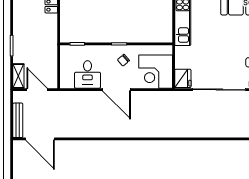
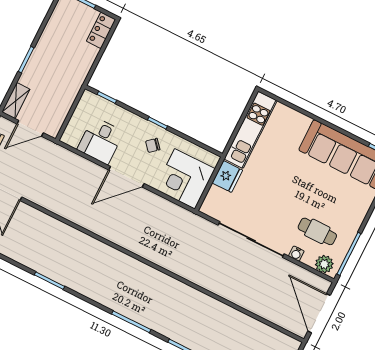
fridge: (183, 78) -> (227, 176), moved
door: (37, 90) -> (30, 128), swing flipped
door: (116, 90) -> (126, 177), hinge flipped

